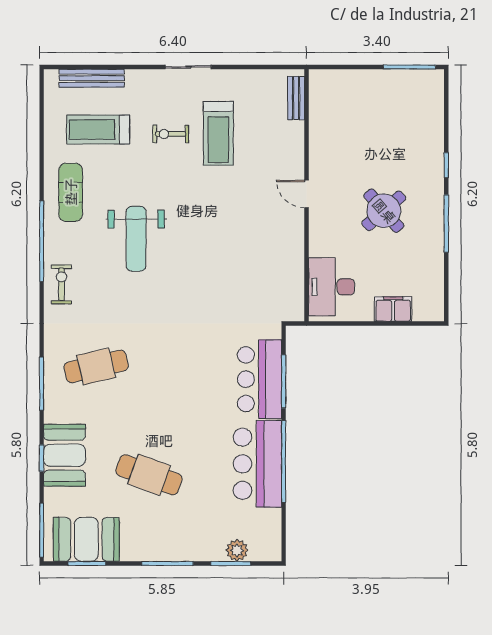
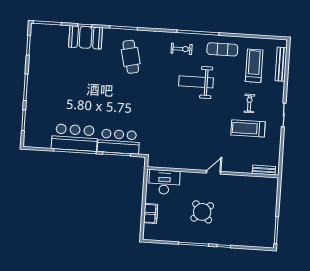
exercise bike: (61, 284) -> (182, 49), moved
cafe table: (149, 475) -> (72, 81), removed
booth: (86, 539) -> (41, 46), removed
plant: (237, 550) -> (30, 124), removed

